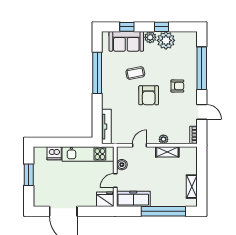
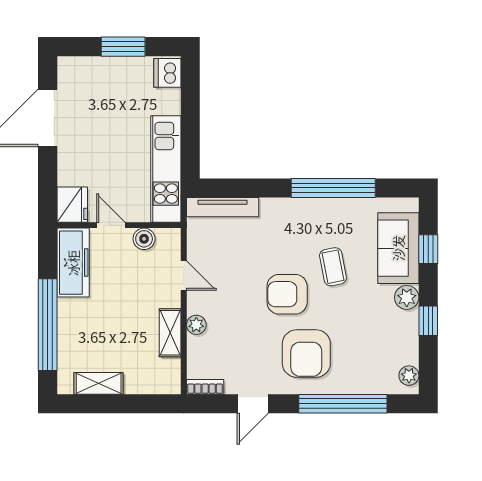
plant: (166, 40) -> (409, 376), moved, width x0.53, depth x0.53
armchair: (177, 86) -> (306, 354), width x1.88, depth x1.88
dishwasher: (54, 153) -> (167, 73), moved

